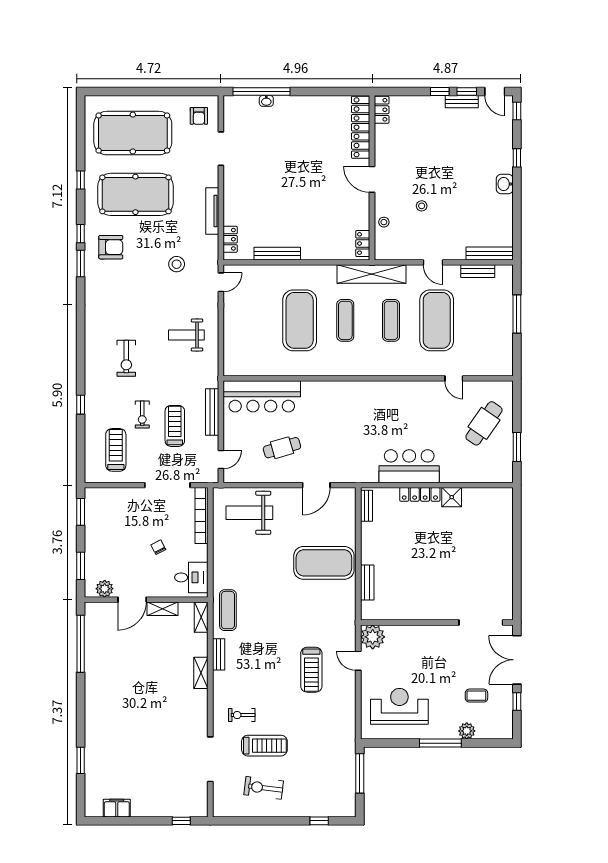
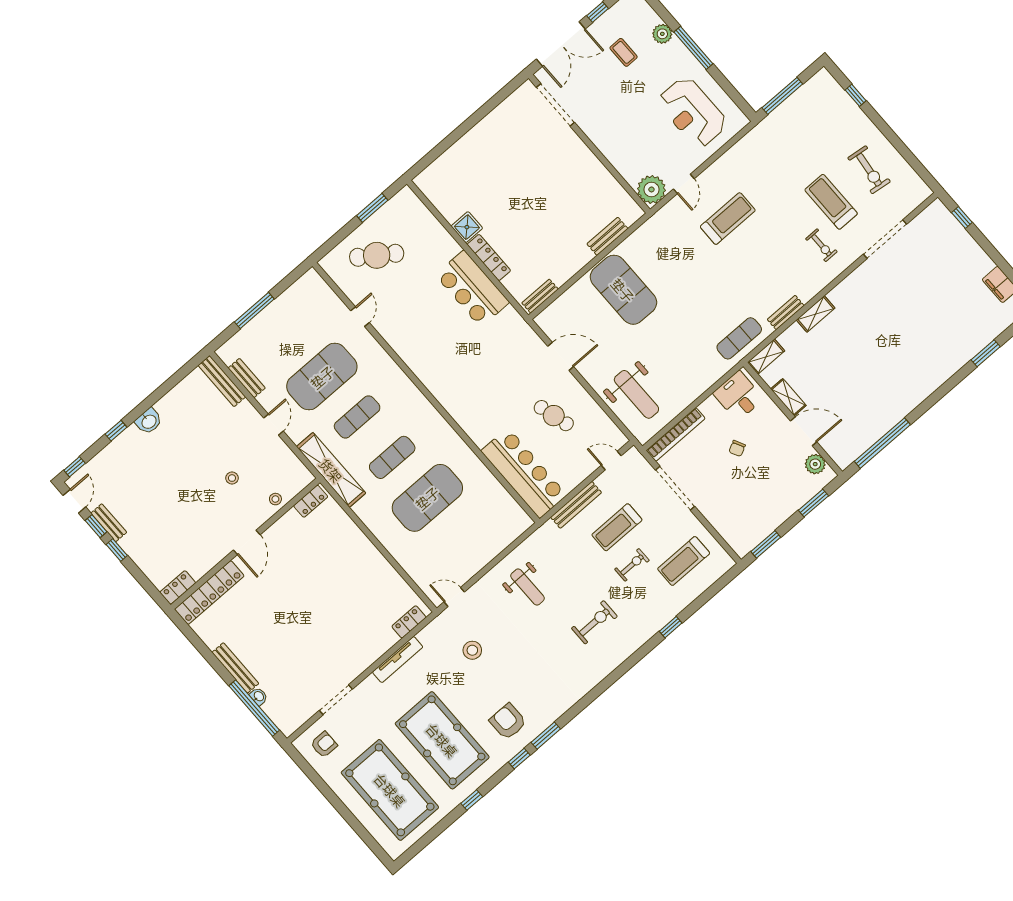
bench: (277, 254) -> (235, 668), moved

